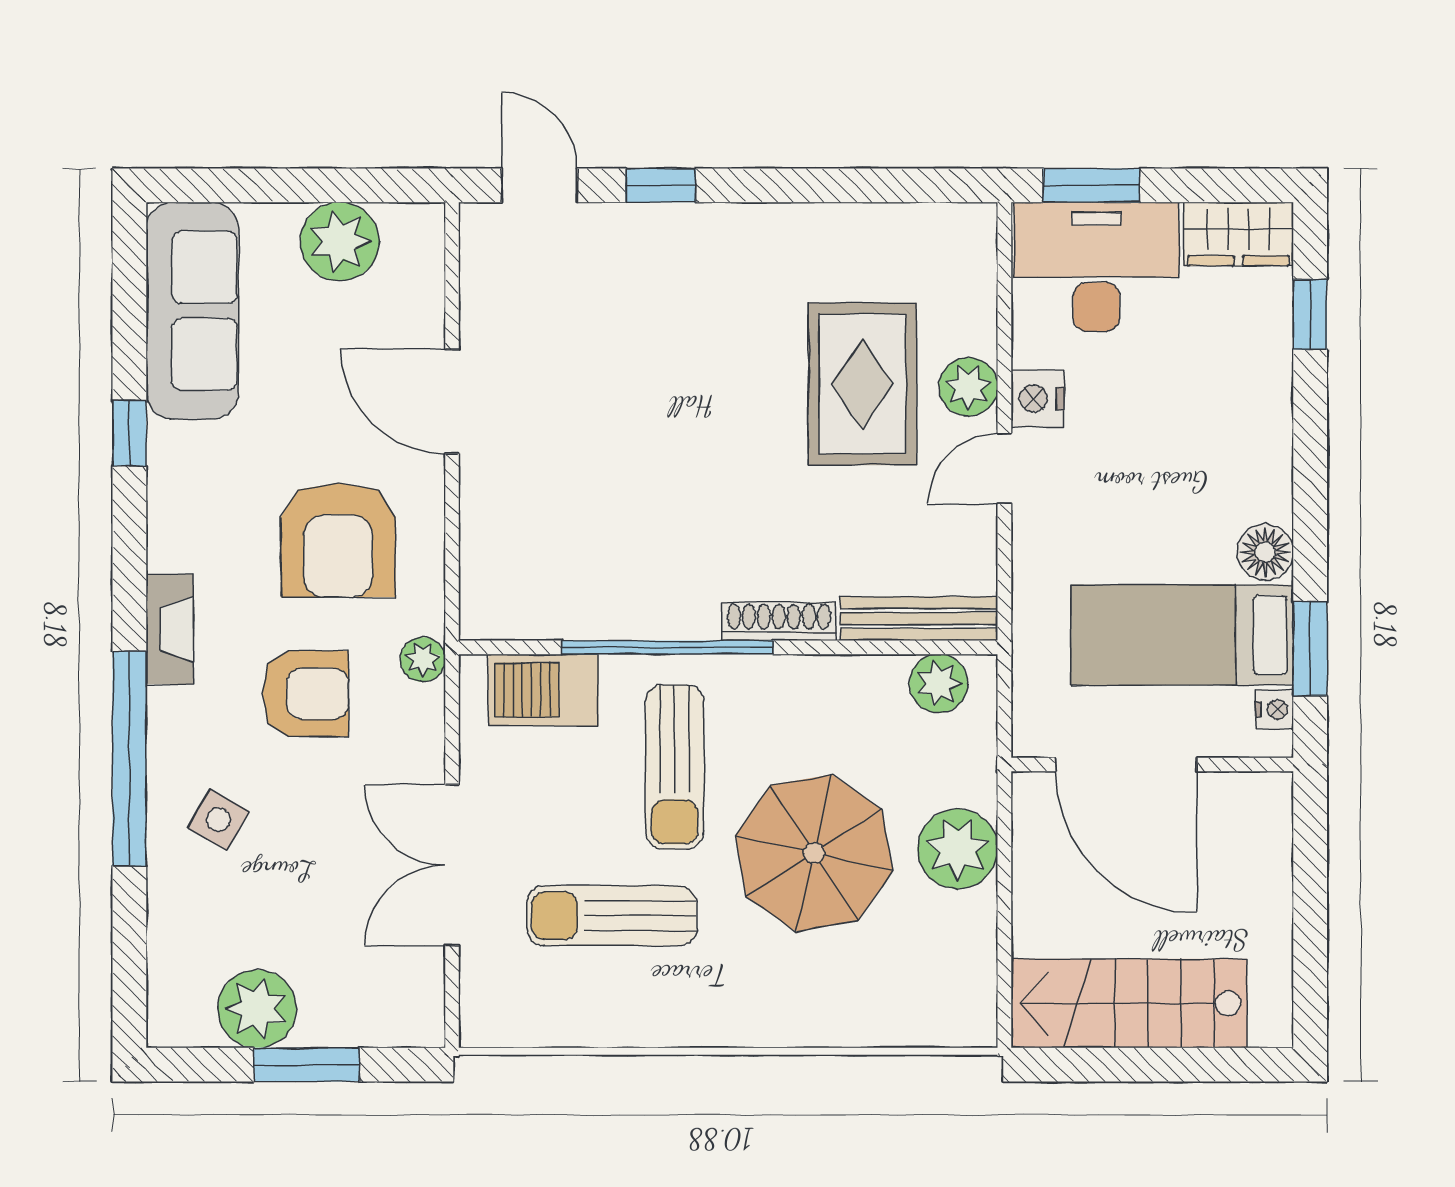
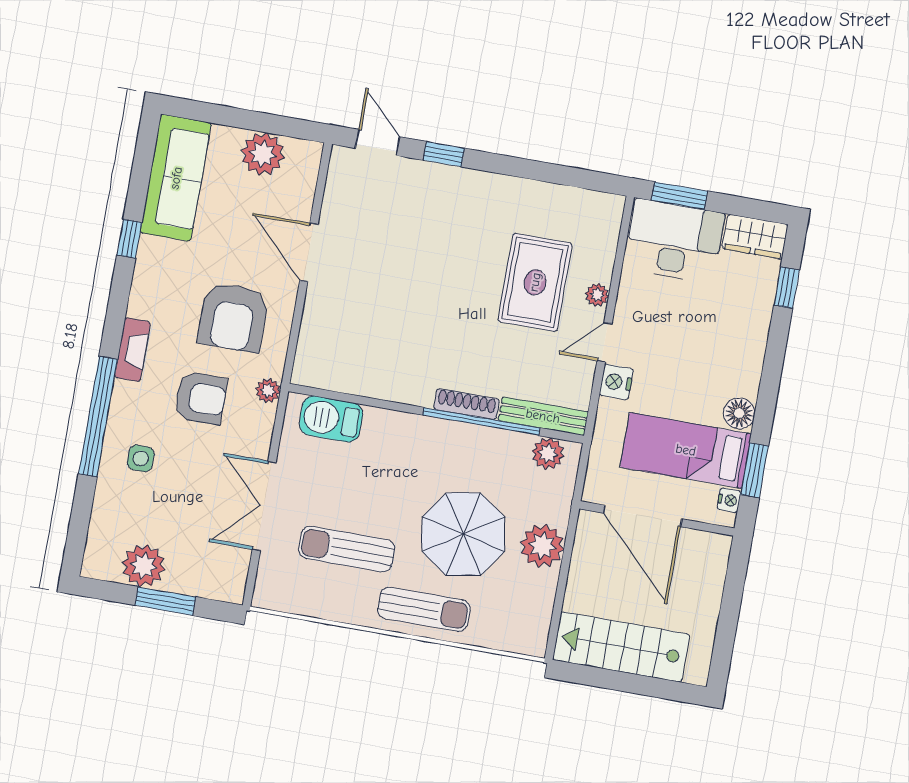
plant: (968, 387) -> (597, 295), width x0.73, depth x0.73
nightstand: (1038, 398) -> (616, 382), moved
window: (667, 647) -> (481, 421), moved
sun lounger: (675, 767) -> (424, 609), moved, turned -90
side table: (218, 819) -> (141, 458), turned -30

